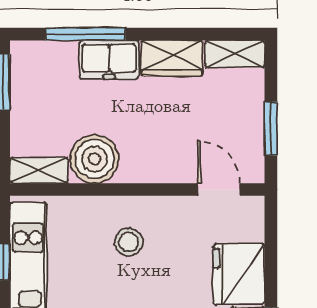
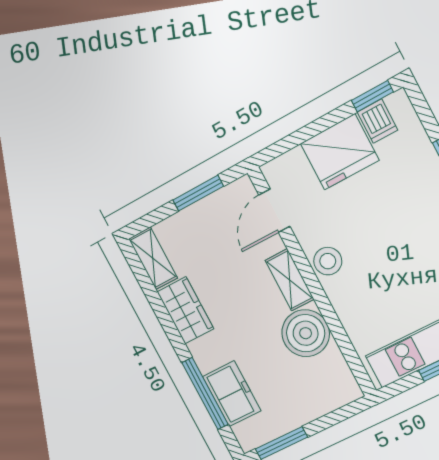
freezer: (109, 60) -> (232, 394), moved
shelving: (39, 170) -> (290, 280), moved
stool: (128, 242) -> (328, 261), moved

